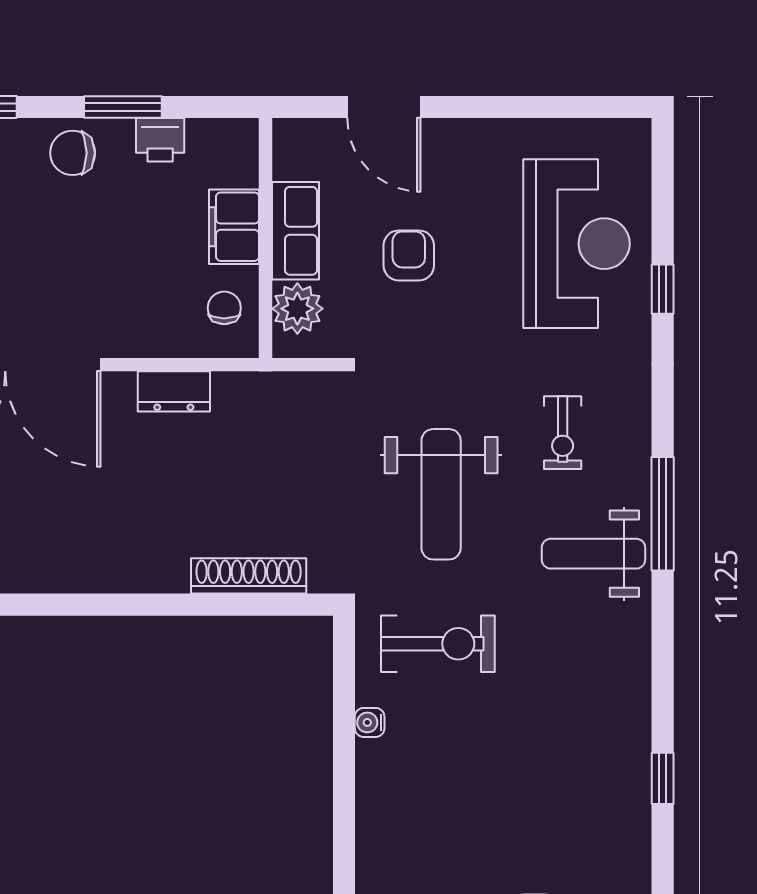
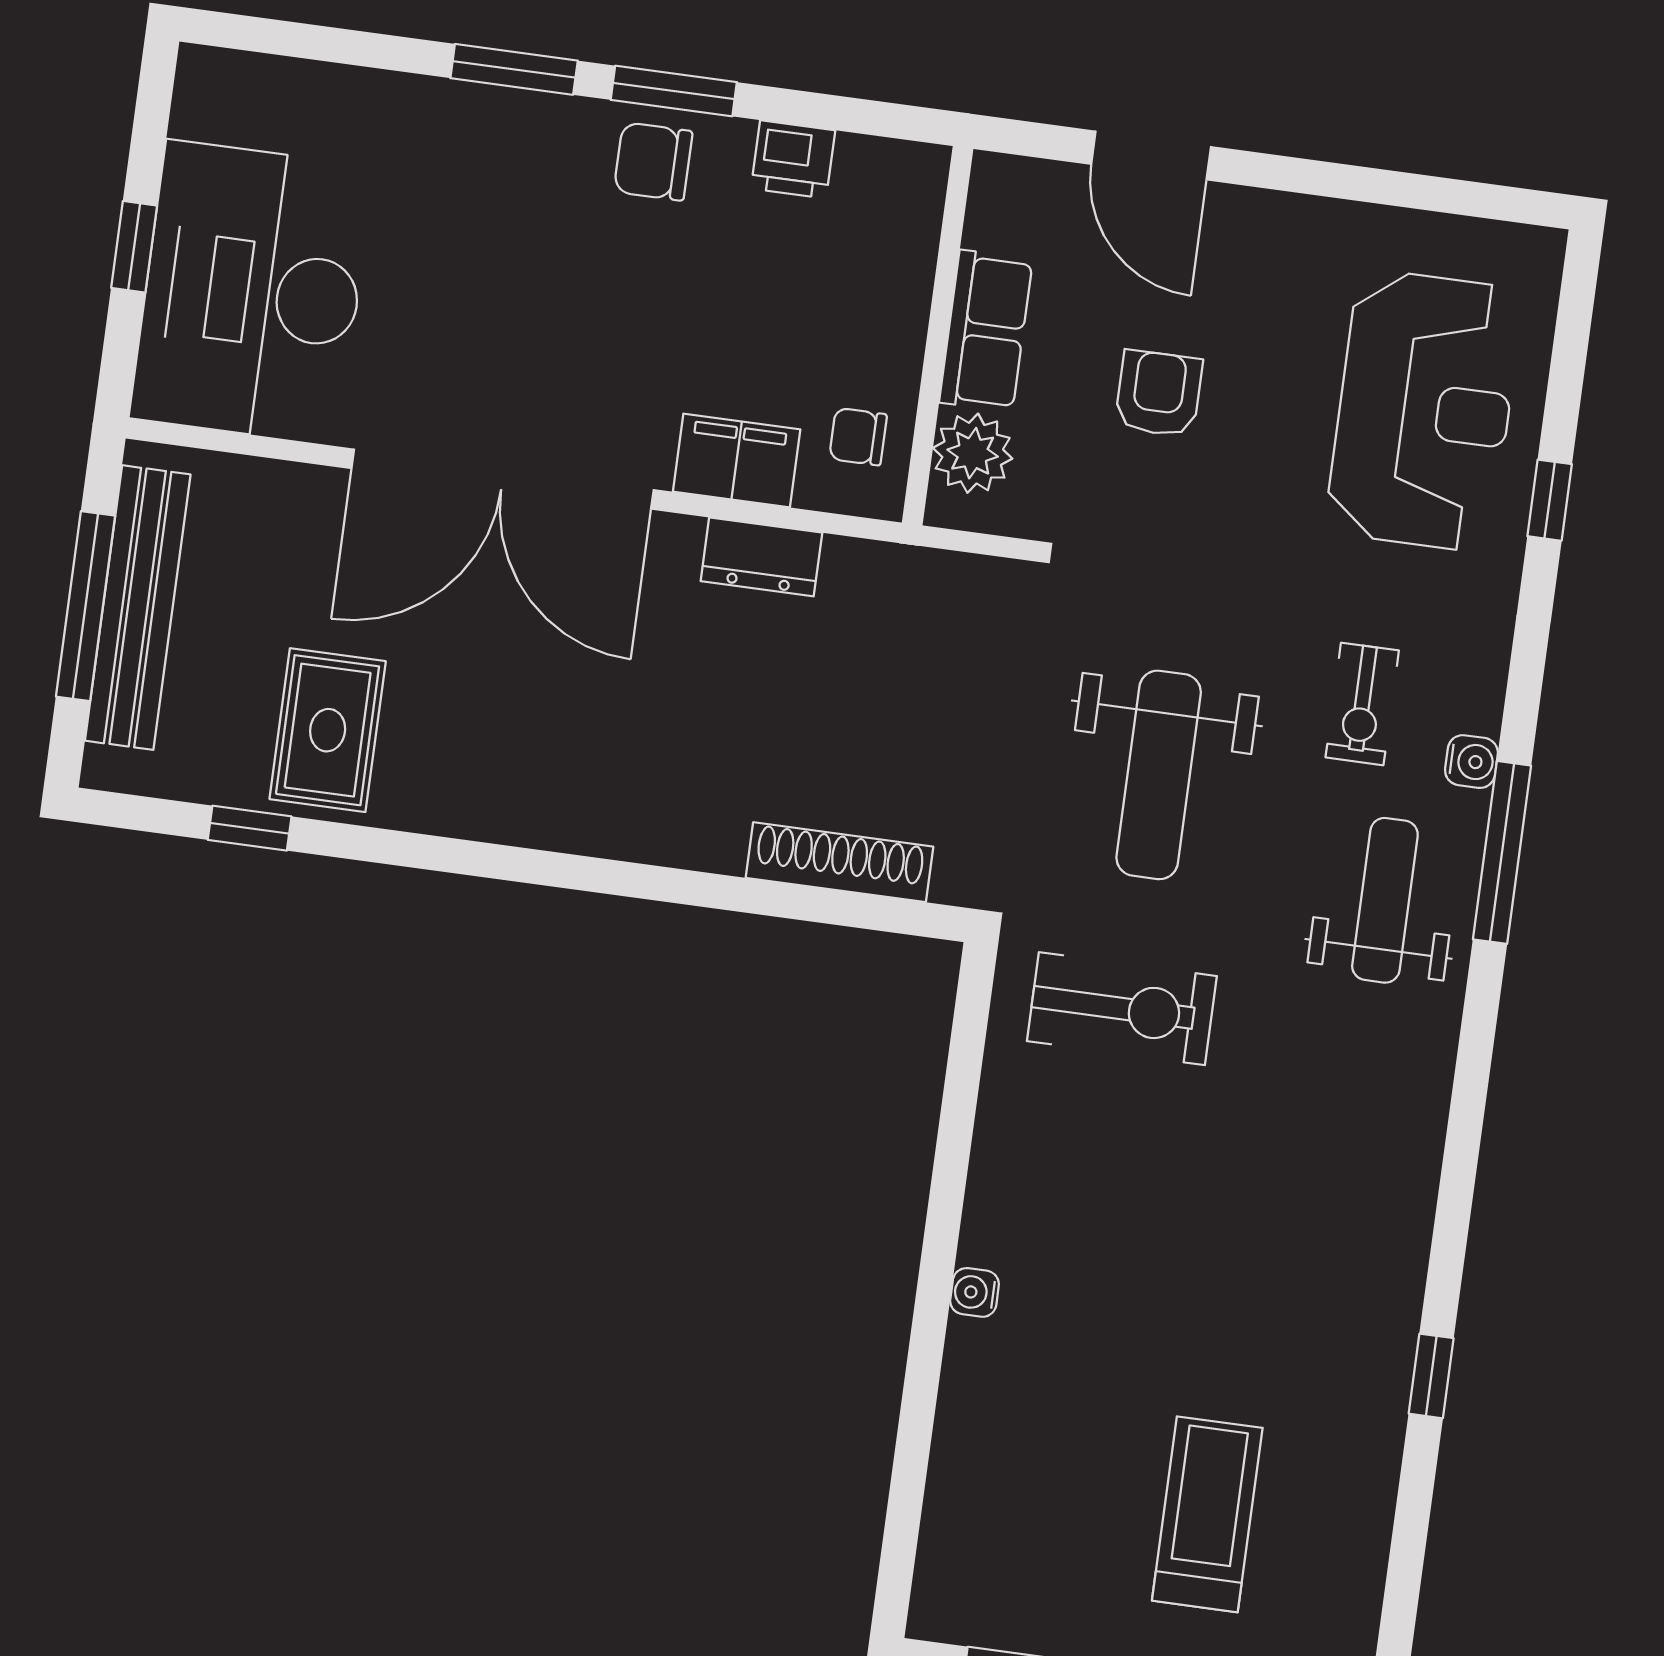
window: (123, 107) -> (674, 91), moved
filing cabinet: (234, 227) -> (737, 461), moved, turned 90
chair: (224, 308) -> (858, 437), turned -90
water cooler: (636, 459) -> (1471, 762), added
weight bench: (593, 554) -> (1385, 900), turned 90
water cooler: (370, 722) -> (975, 1292), moved
window: (663, 778) -> (1431, 1376), moved

